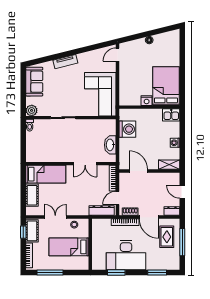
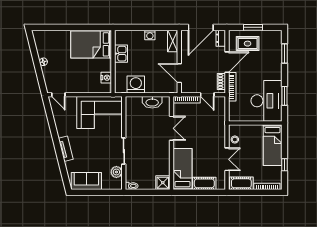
nightstand: (147, 101) -> (106, 78), moved
plant: (32, 110) -> (116, 172), moved
kitchen sink: (171, 115) -> (121, 54), moved
shower: (33, 155) -> (163, 183), added
door: (138, 171) -> (179, 73), hinge flipped
door: (182, 192) -> (201, 27), width x1.87
dresser: (102, 211) -> (220, 111), removed
double door: (55, 217) -> (227, 159), swing flipped
window: (23, 232) -> (243, 192), removed
window: (182, 242) -> (253, 27), width x0.69
bed: (69, 247) -> (273, 145), moved
desk: (126, 255) -> (266, 101), moved
window: (50, 272) -> (284, 165), width x0.46

